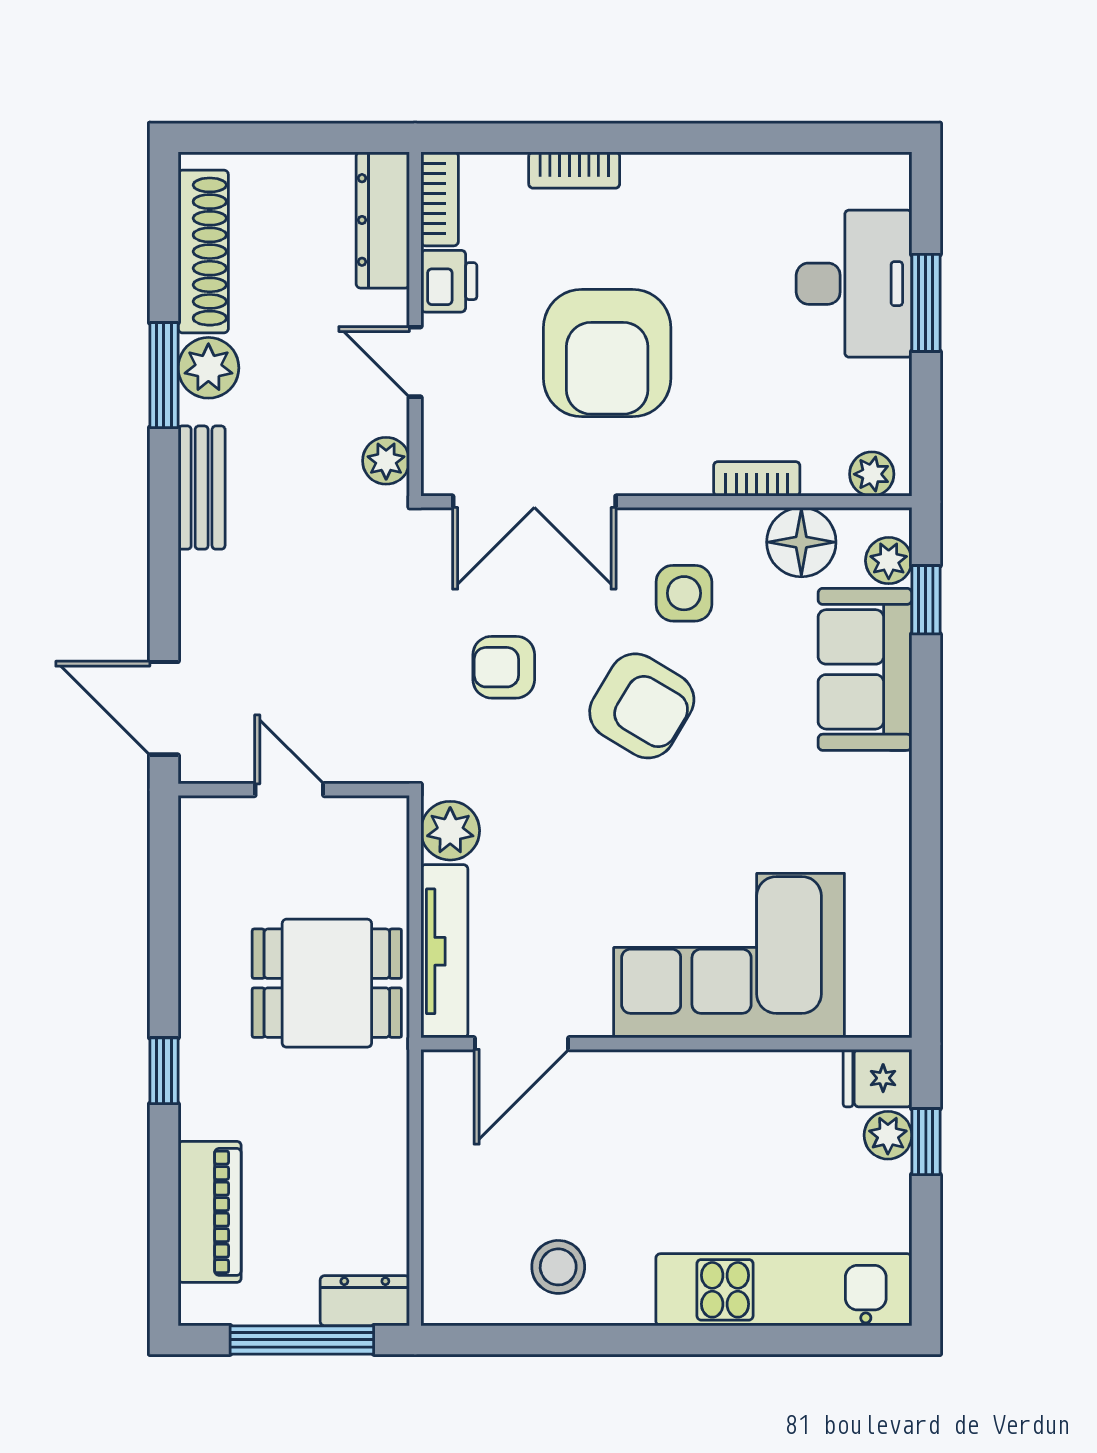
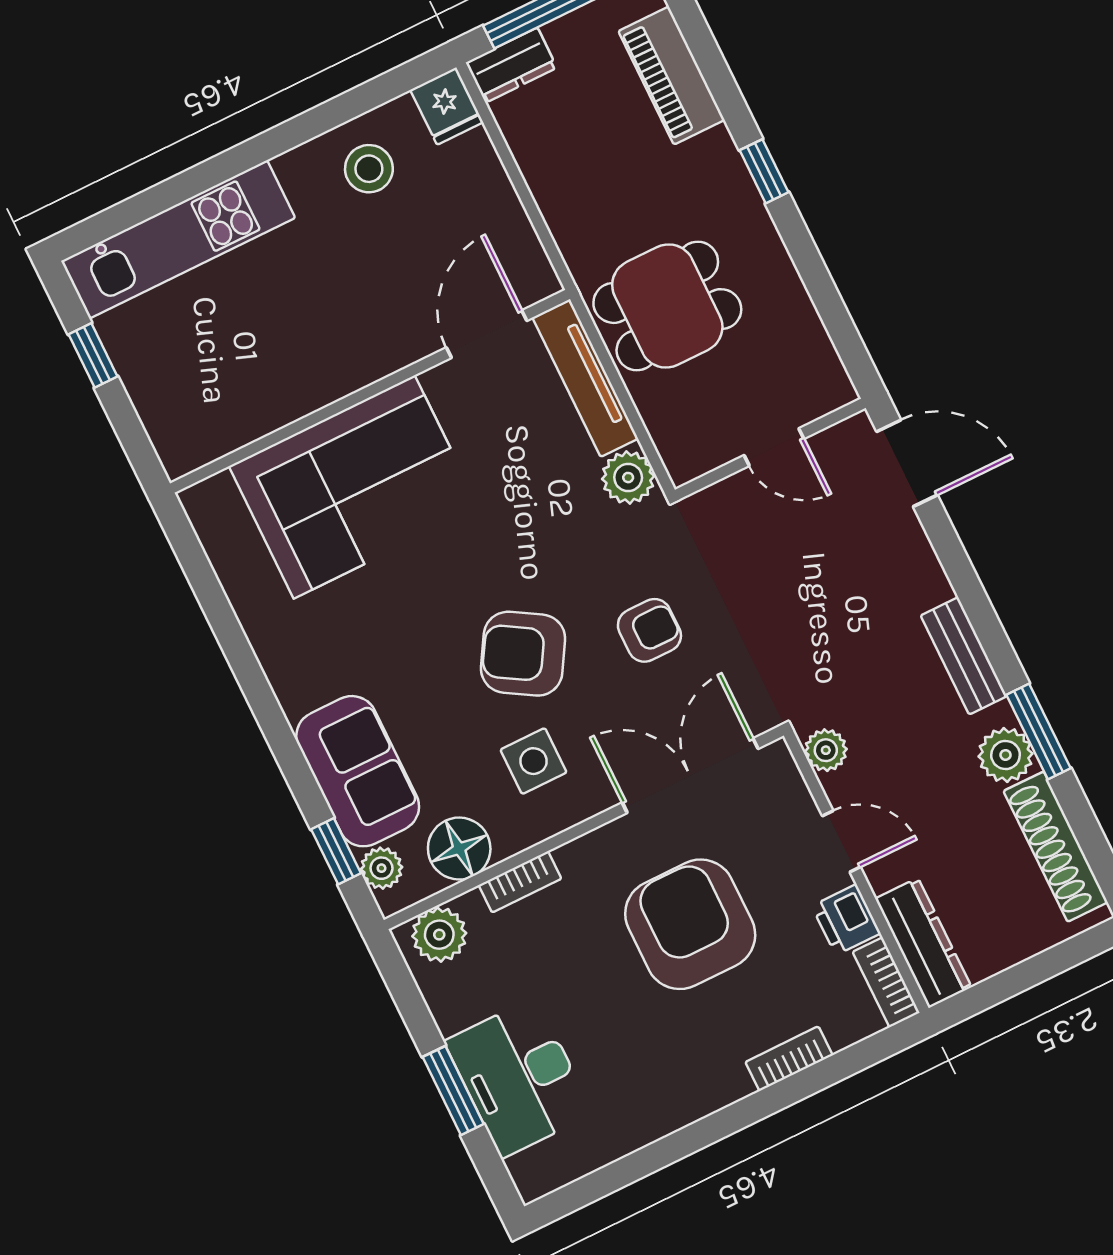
plant: (872, 474) -> (439, 935), width x1.38, depth x1.38
fridge: (878, 1078) -> (447, 106), moved, turned 90
plant: (888, 1135) -> (155, 405), removed
window: (926, 1142) -> (93, 355), moved

